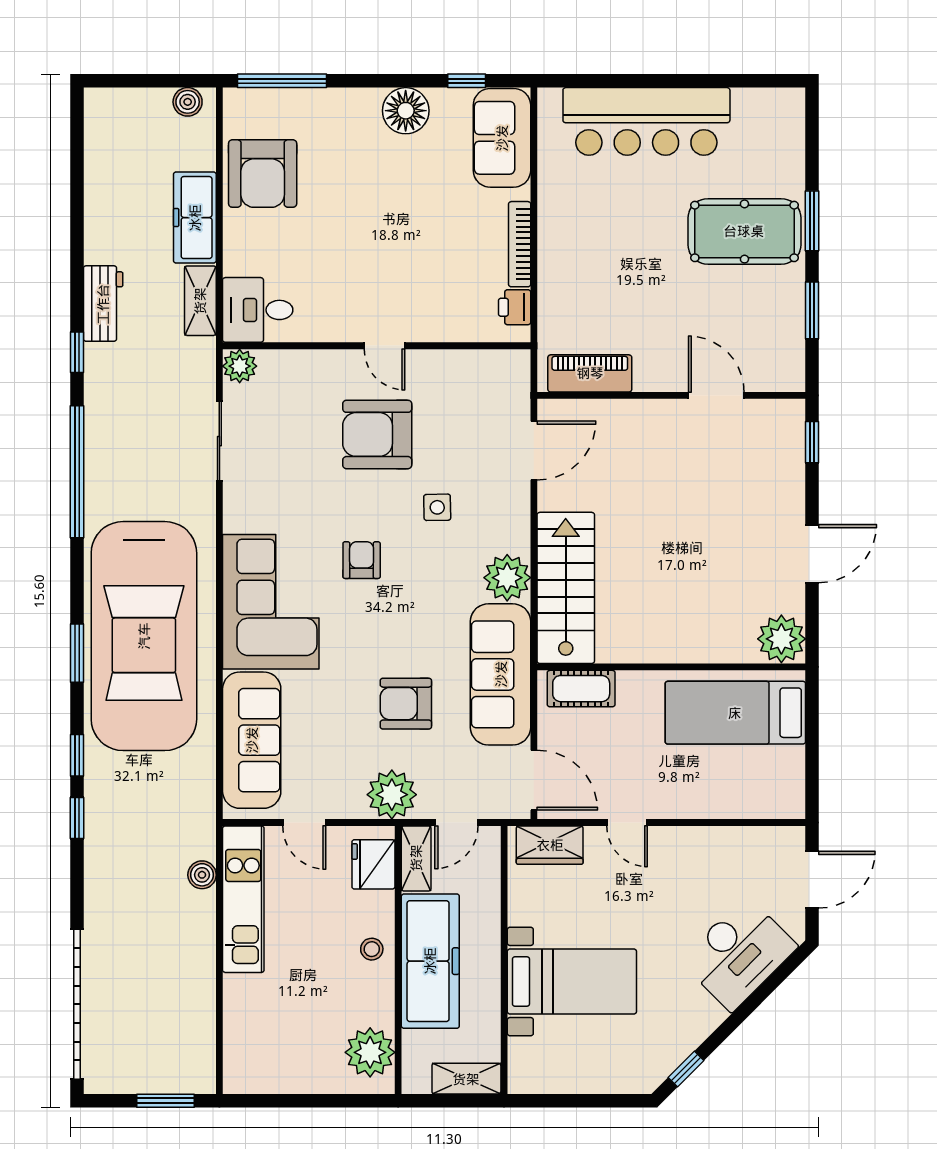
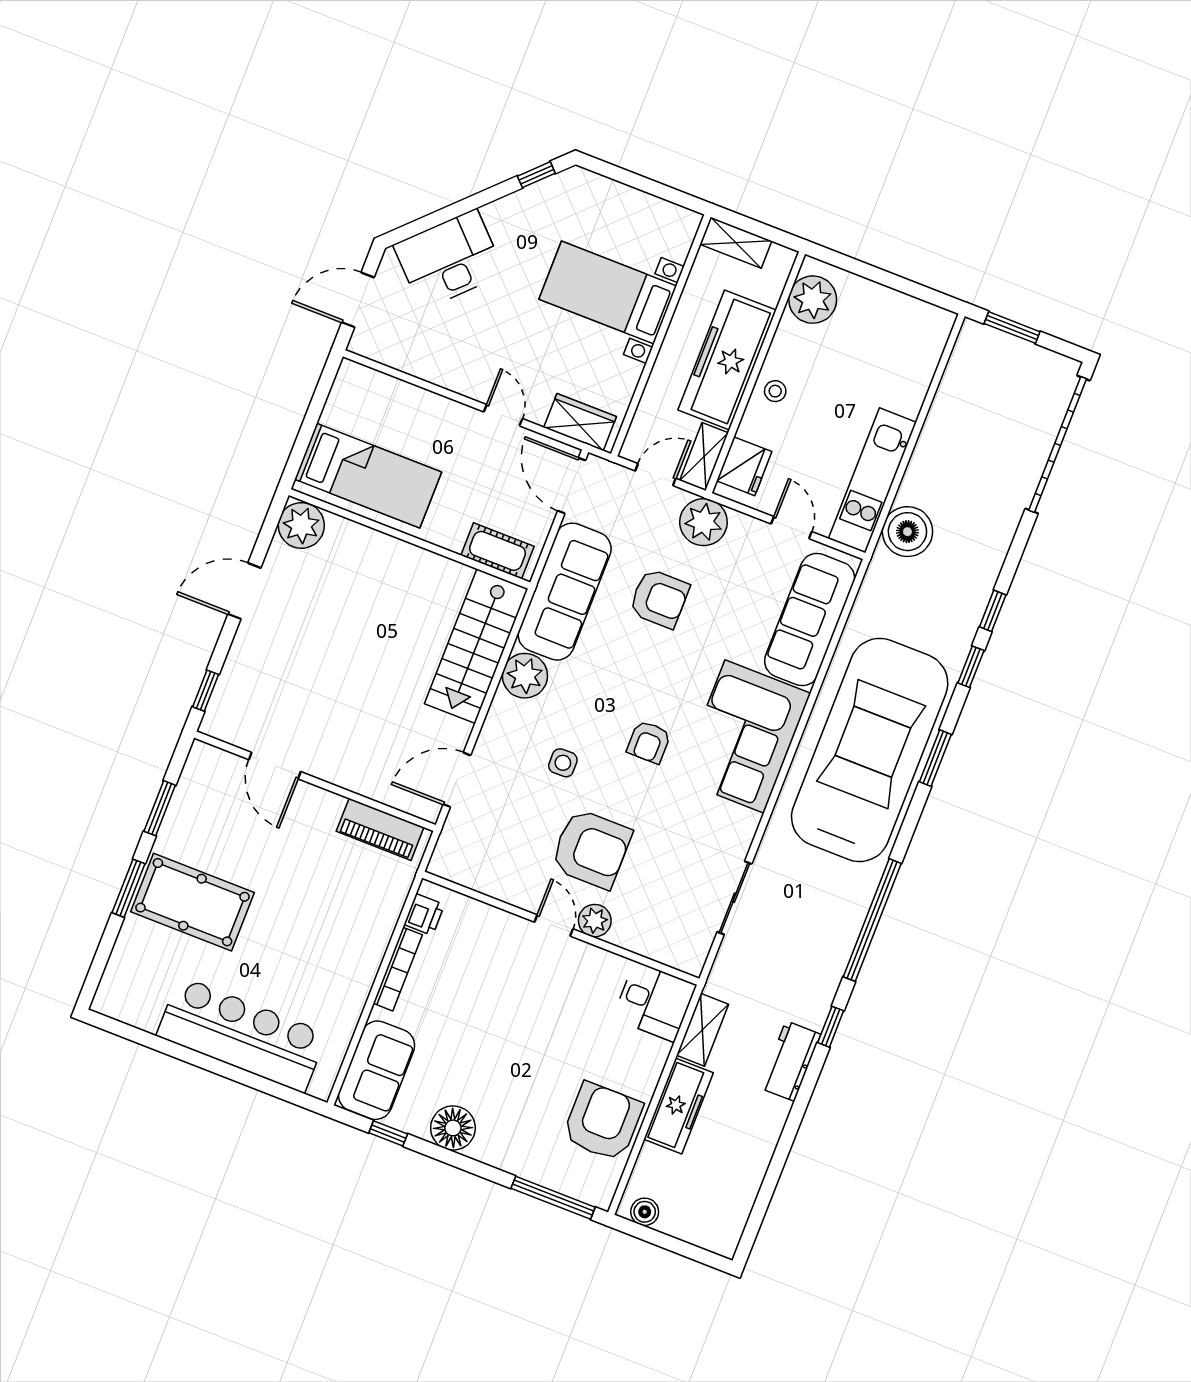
plant: (240, 366) -> (595, 921), moved
boiler: (202, 875) -> (907, 532), width x1.86, depth x1.86

